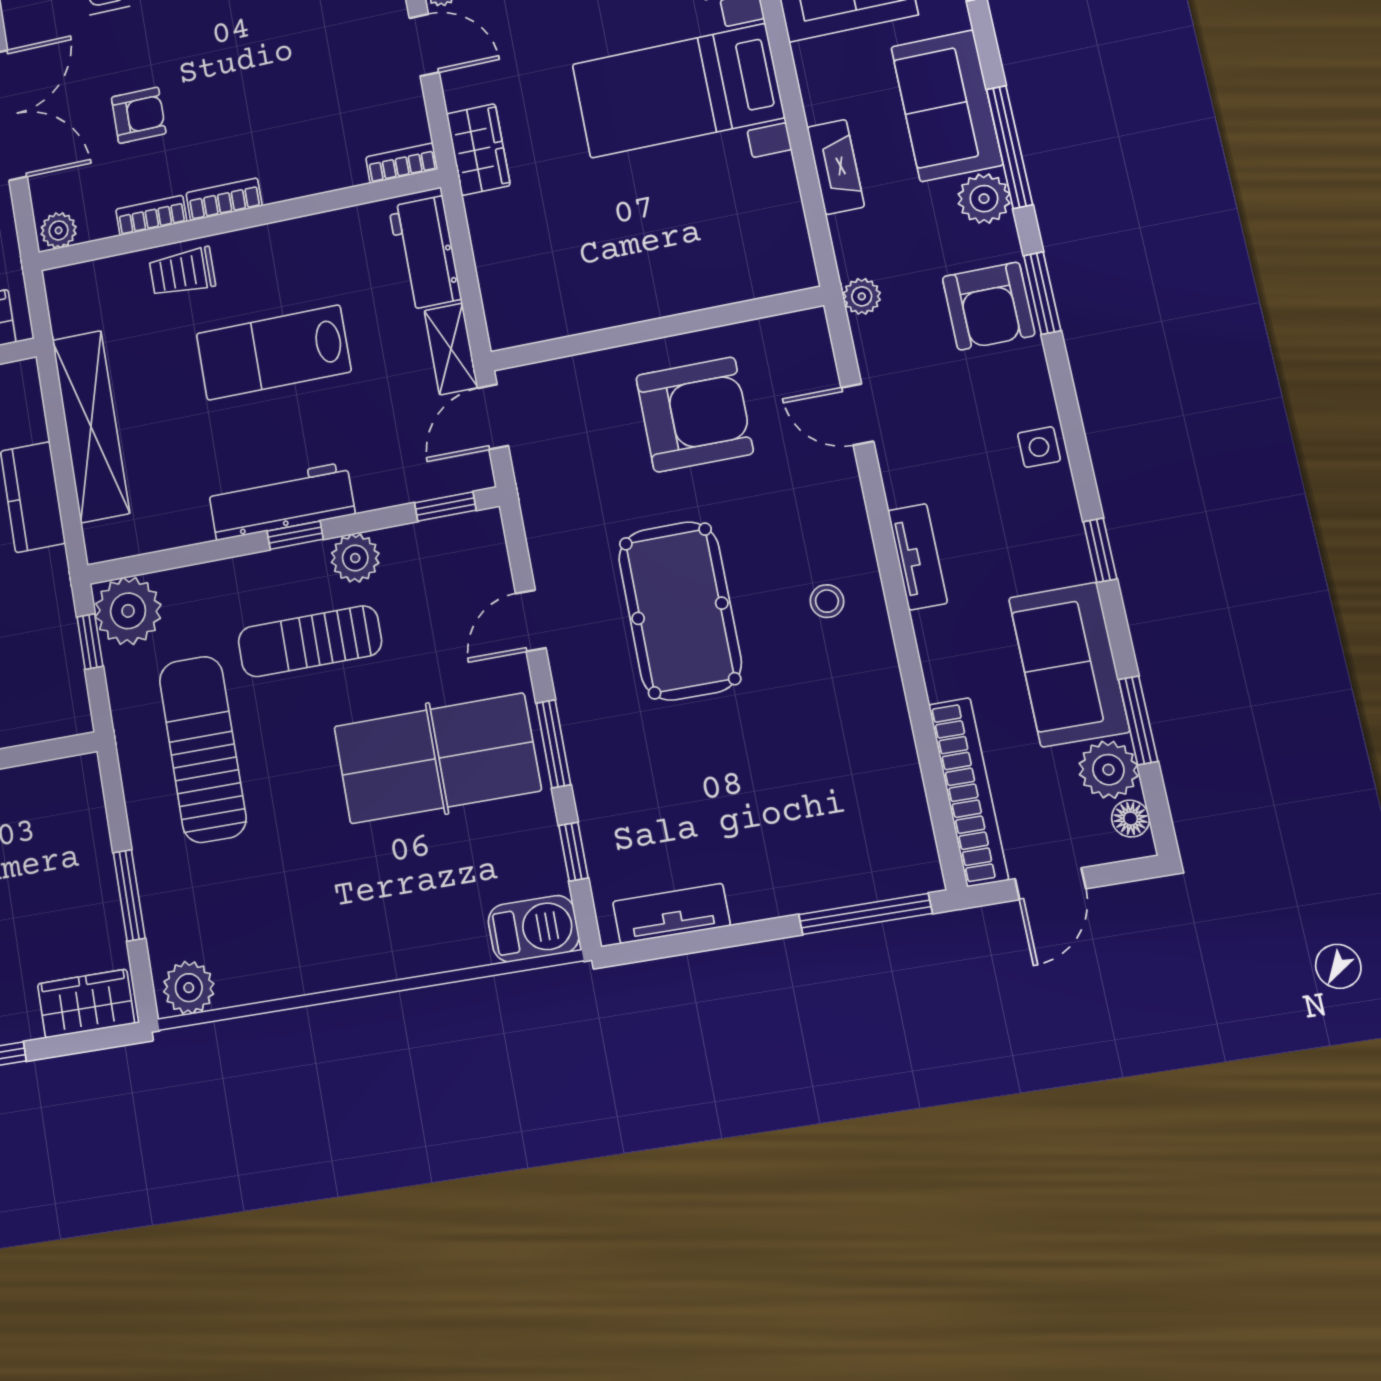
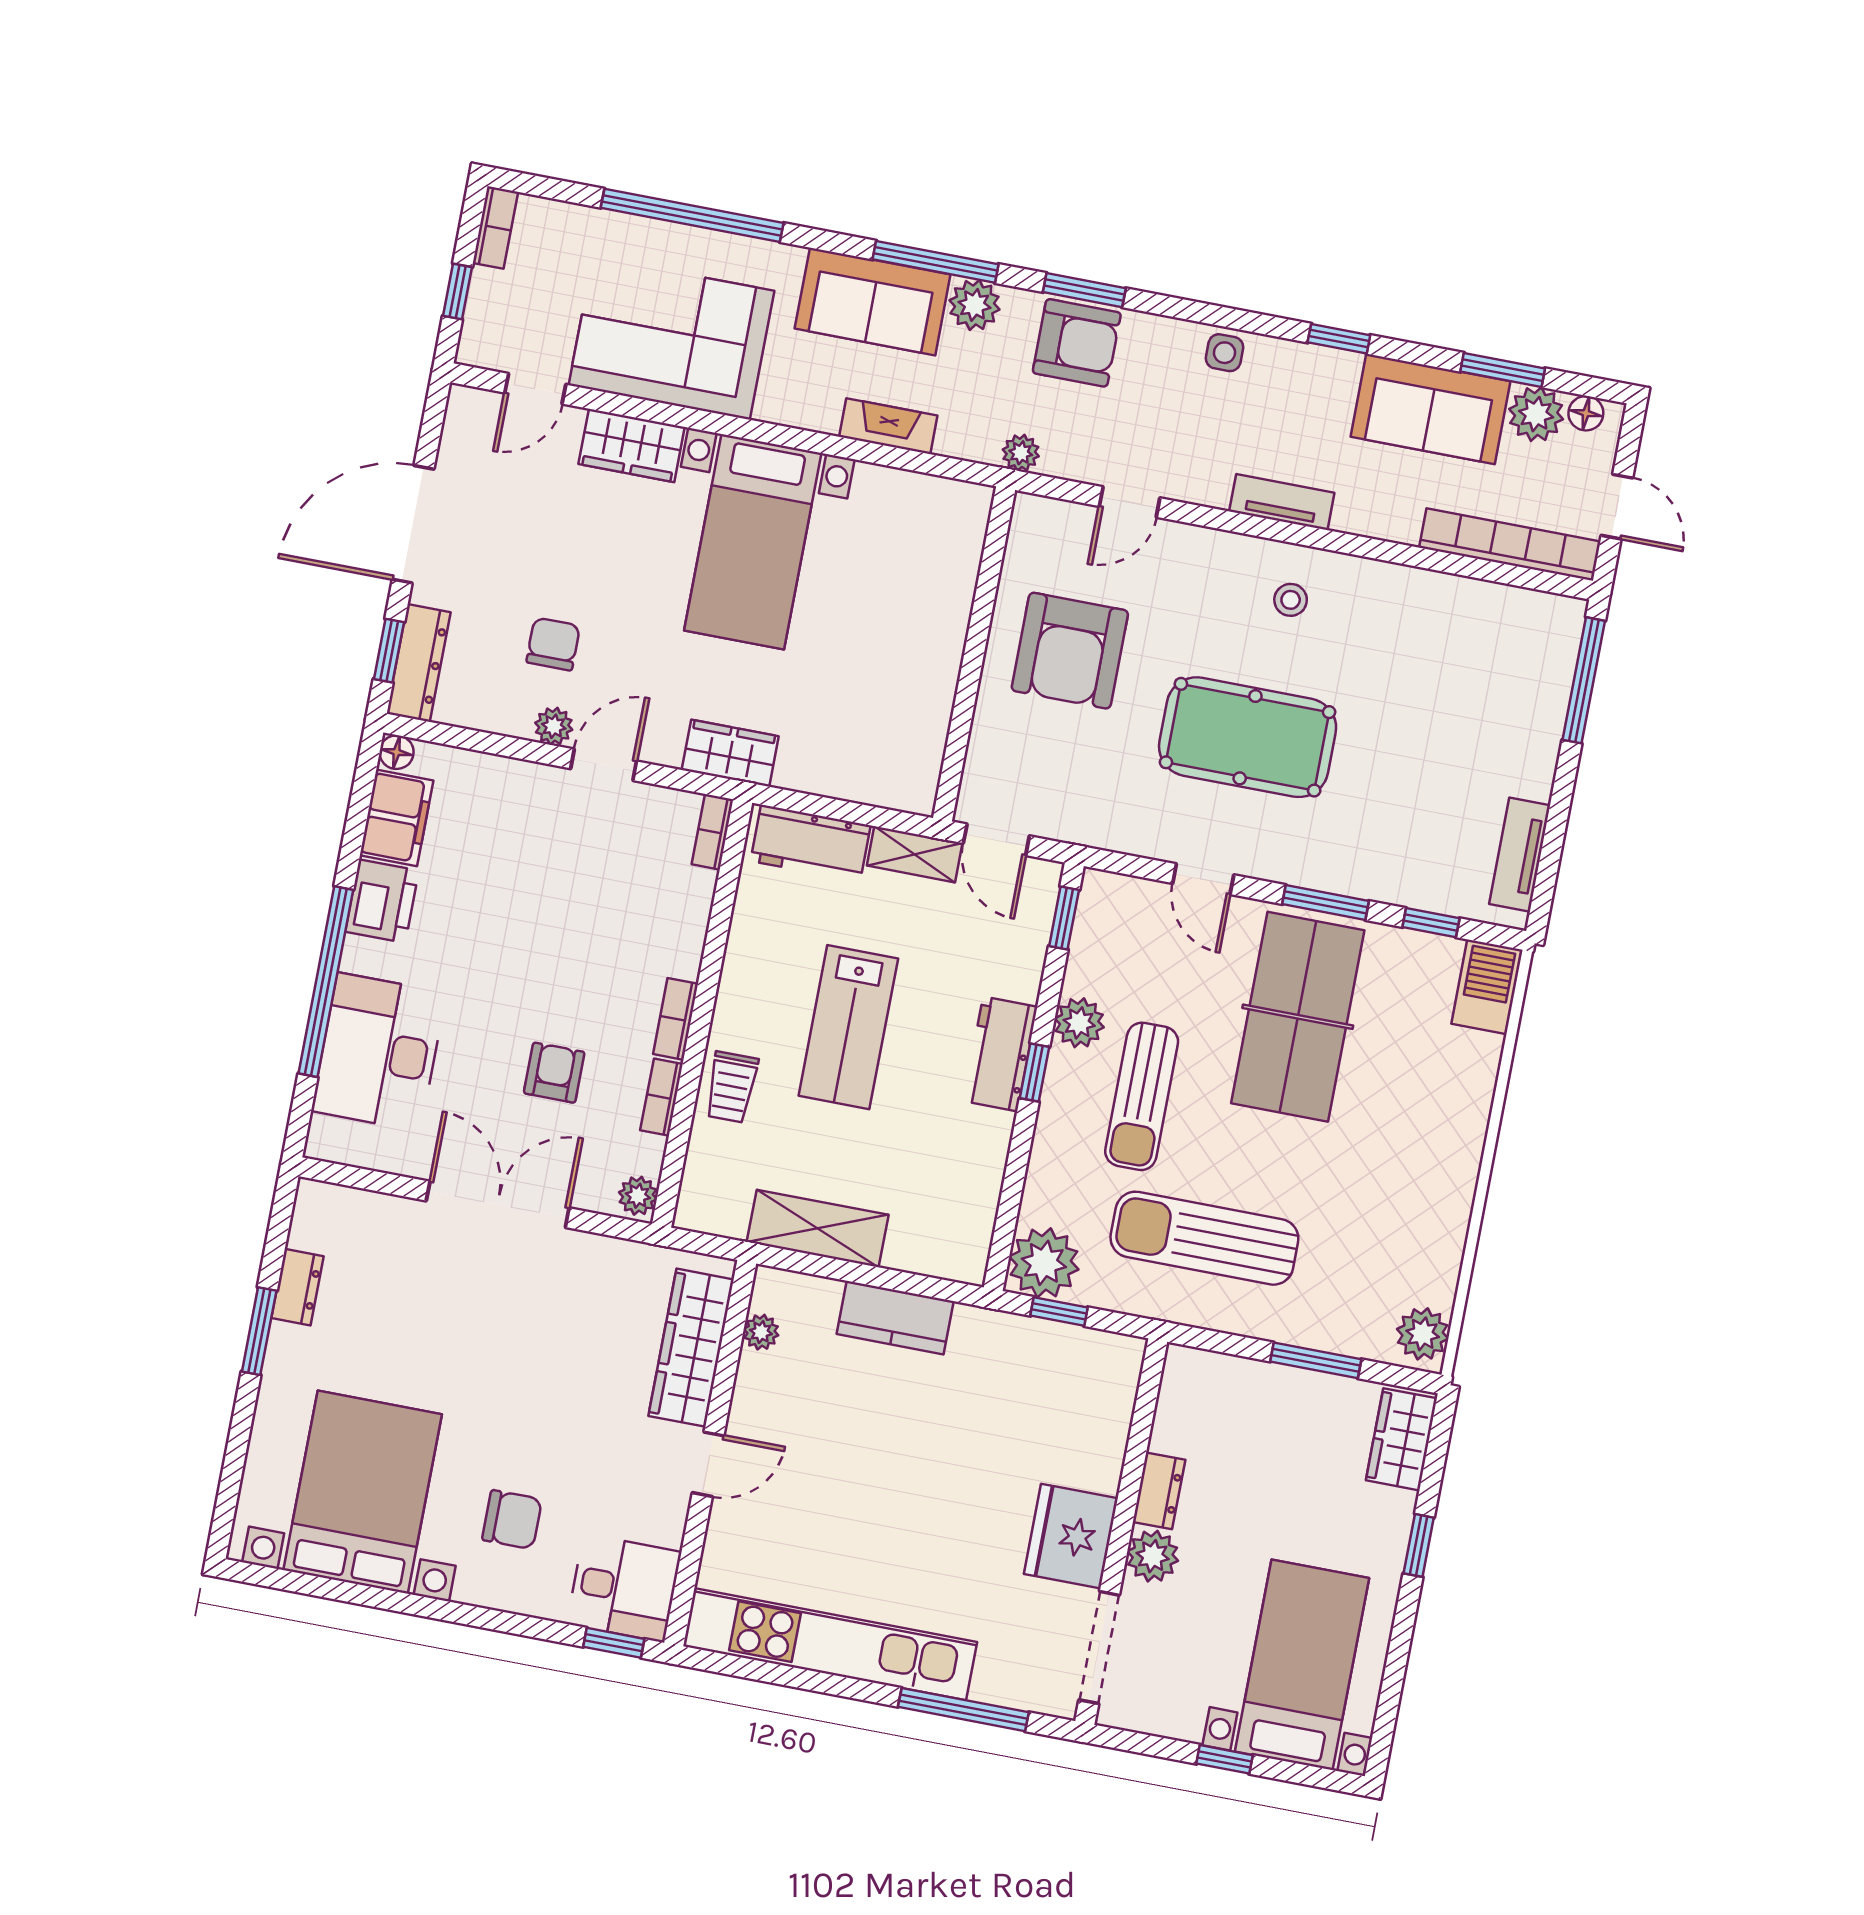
armchair: (694, 415) -> (1070, 651), turned 180
shelving: (91, 426) -> (818, 1228), width x0.68
workbench: (281, 501) -> (1000, 1054), width x0.73

